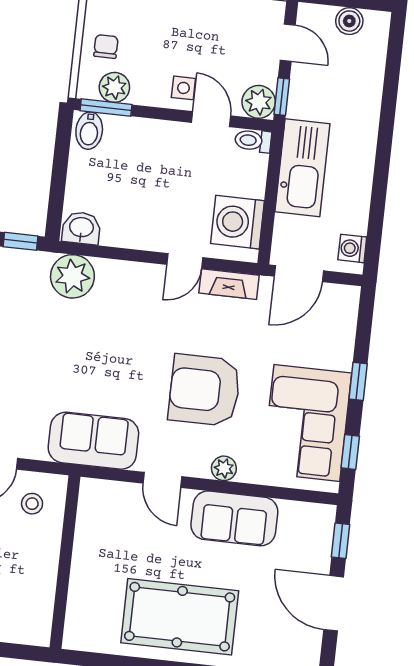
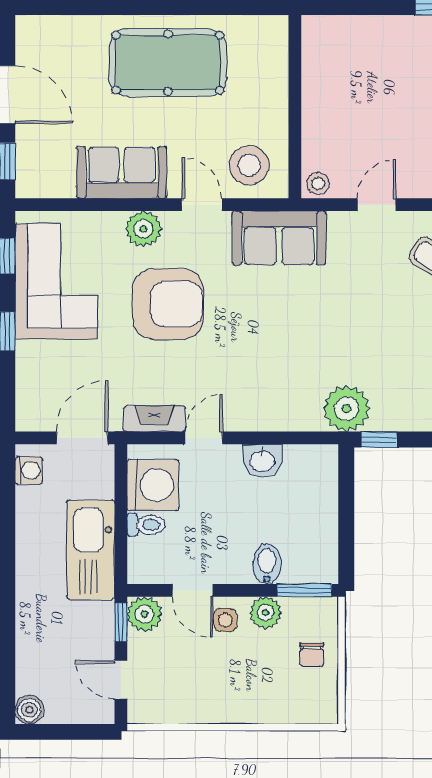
boiler: (349, 21) -> (29, 710), moved
plant: (114, 87) -> (266, 613), moved
bidet: (89, 131) -> (267, 564), moved
toilet: (253, 141) -> (146, 525), moved
washbasin: (81, 228) -> (262, 461), moved
plant: (72, 276) -> (347, 409), moved
plant: (224, 468) -> (143, 229), width x1.38, depth x1.38
stool: (32, 504) -> (318, 184), moved
stool: (114, 512) -> (249, 165), added

